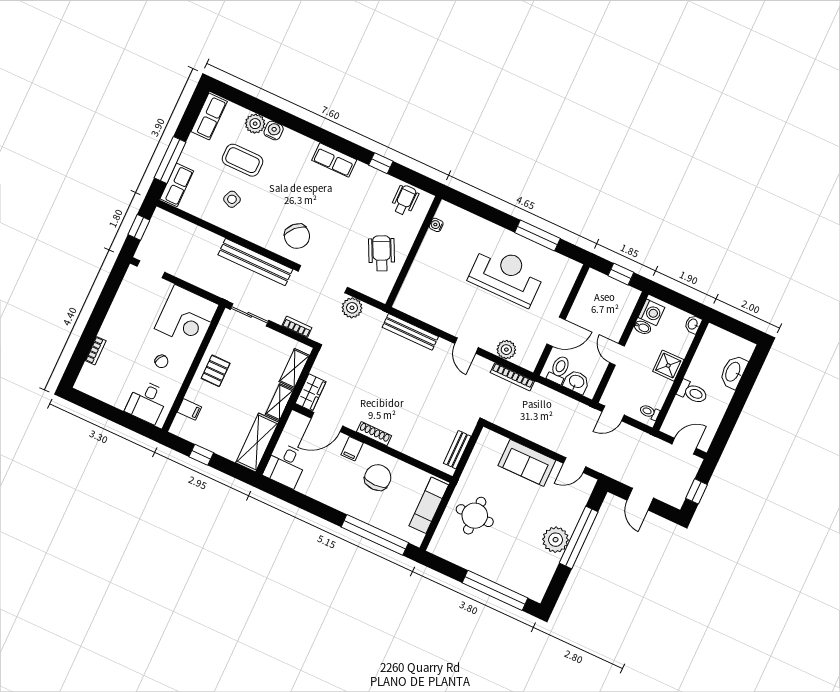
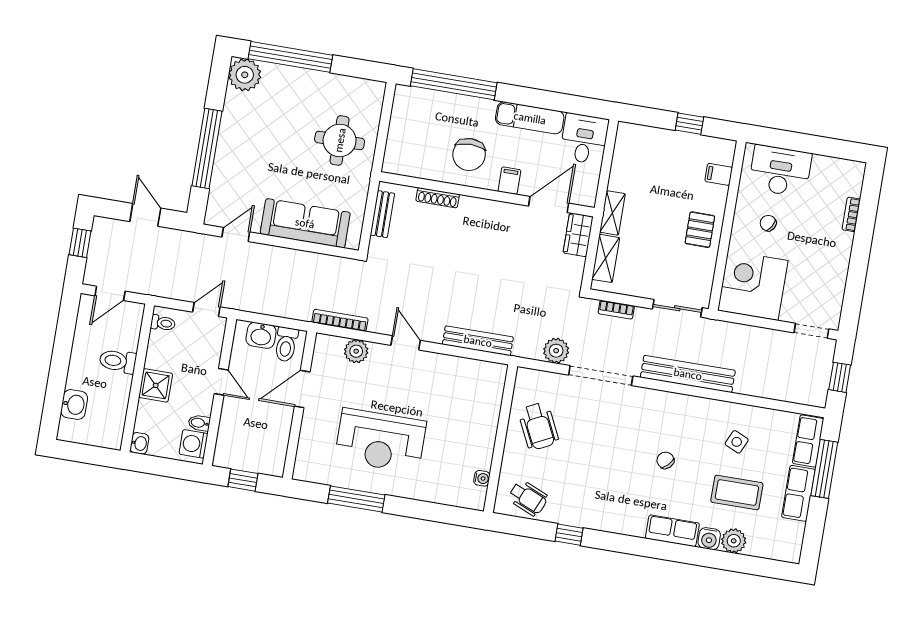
row of seats: (209, 116) -> (798, 493), moved
row of seats: (334, 160) -> (672, 531), moved
wheelchair: (405, 200) -> (528, 498), turned -67
chair: (297, 236) -> (665, 460), moved, width x0.54, depth x0.54
washbasin: (733, 372) -> (74, 404), width x0.72
desk: (147, 402) -> (780, 171), width x1.37
shoe rack: (374, 434) -> (438, 198), moved
shelving: (257, 442) -> (626, 157), removed
sofa: (527, 463) -> (305, 223), width x1.36
exam couch: (429, 505) -> (530, 118), moved, turned 90
plant: (556, 540) -> (245, 75), moved

